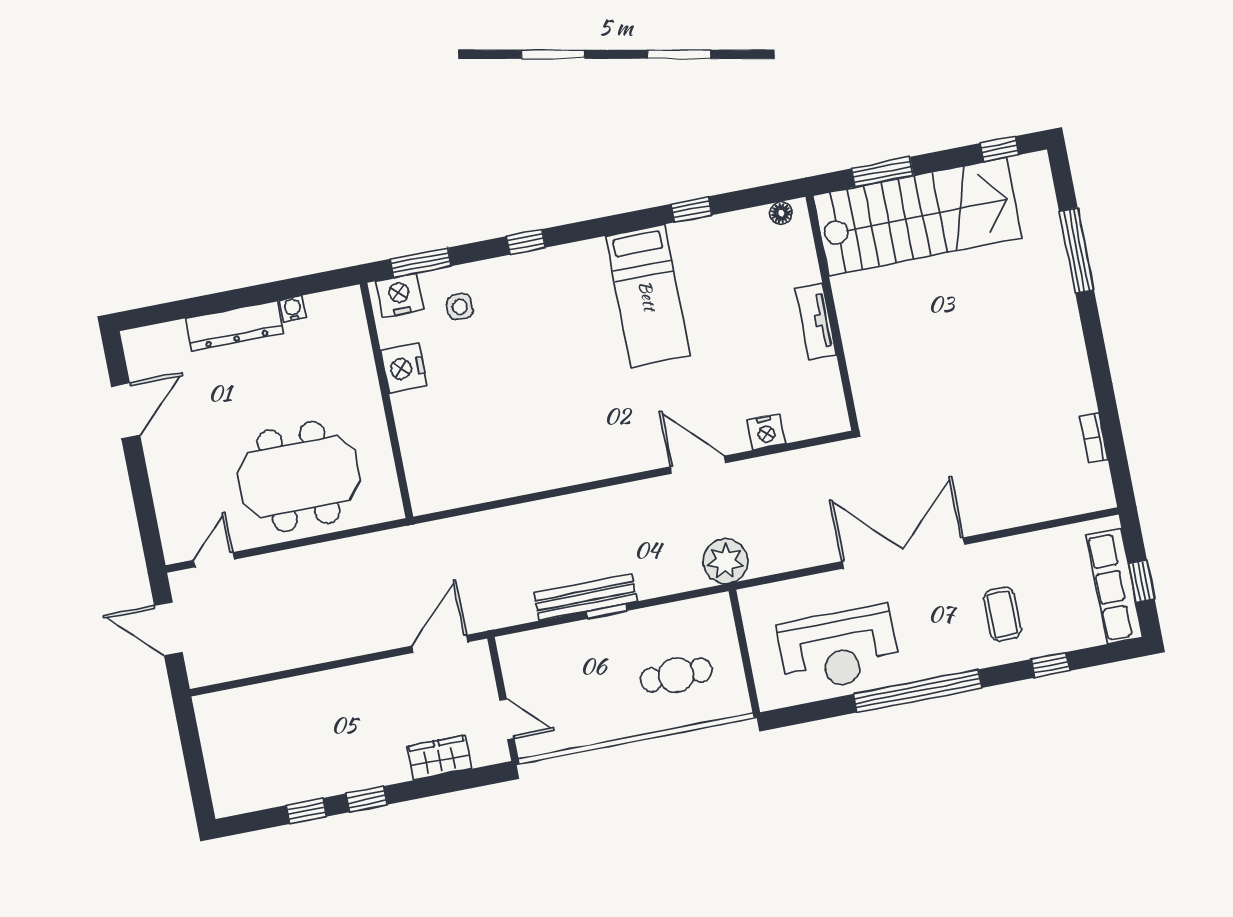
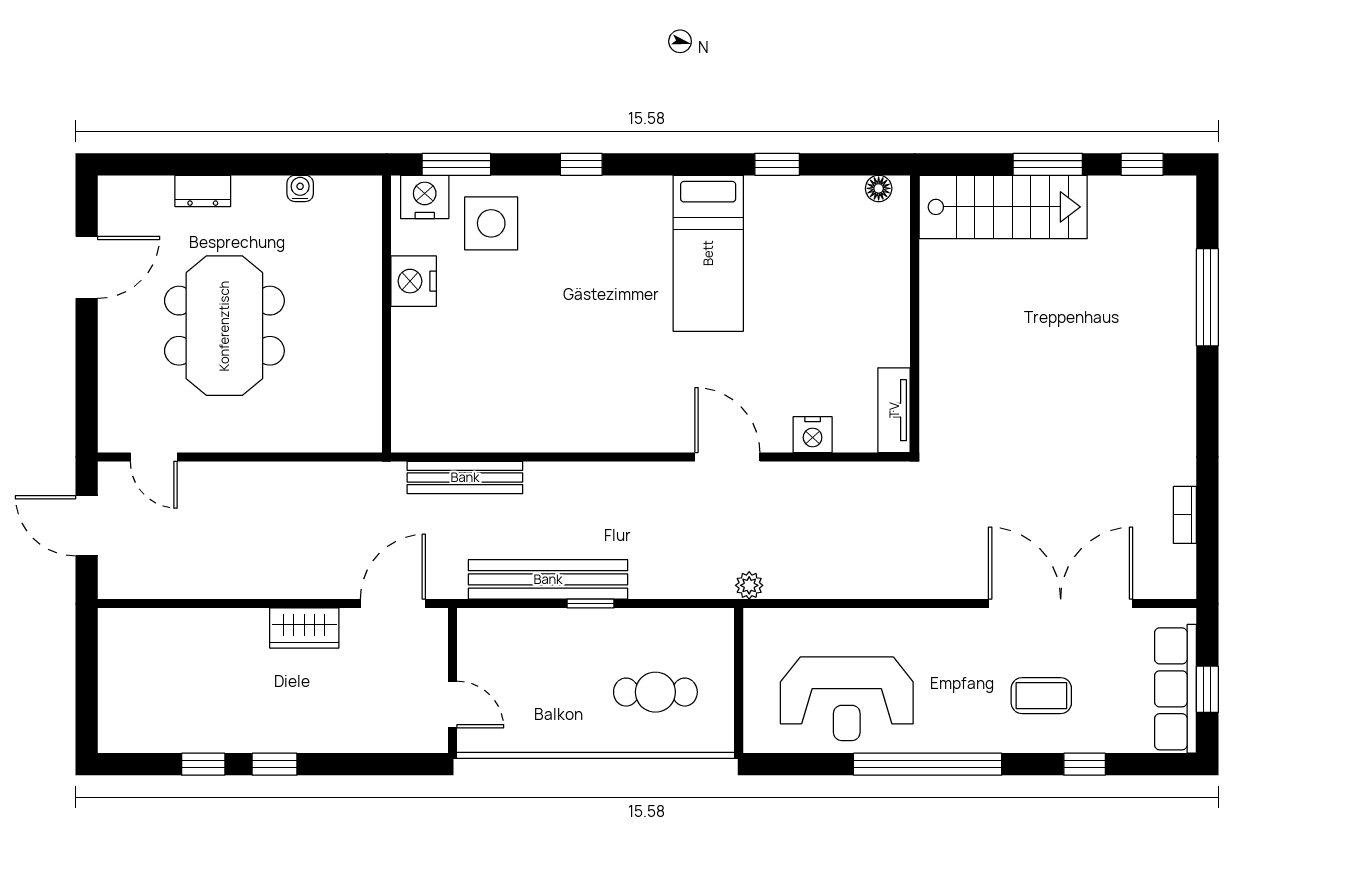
window: (883, 172) -> (1048, 164), moved
stairs: (918, 217) -> (1003, 207), width x0.73, depth x0.66
side table: (460, 307) -> (491, 223), width x1.87, depth x1.87
tv unit: (816, 321) -> (894, 410), moved
dresser: (234, 326) -> (203, 191), width x0.51, depth x0.80
meeting table: (299, 477) -> (224, 326), moved, turned 90
bench: (480, 526) -> (465, 477), added
double door: (903, 553) -> (1061, 604), moved
door: (214, 560) -> (154, 457), swing flipped
plant: (725, 561) -> (749, 585), width x0.53, depth x0.53
bench: (585, 597) -> (548, 579), width x1.37, depth x1.21
coffee table: (1002, 614) -> (1041, 696), turned 90
wardrobe: (439, 758) -> (304, 628), moved, turned 180

